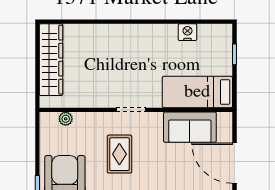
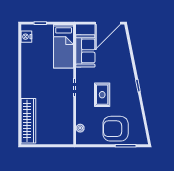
nightstand: (187, 32) -> (26, 37), moved
wardrobe: (51, 60) -> (28, 121), moved, turned 90
rug: (119, 154) -> (102, 95), turned 90

